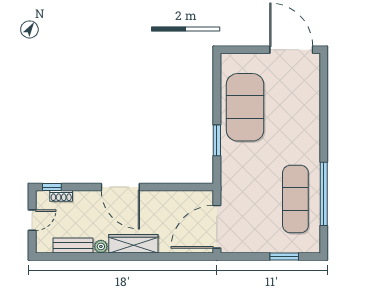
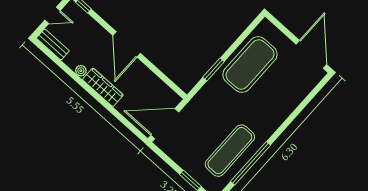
shoe rack: (61, 196) -> (84, 17), removed
bench: (73, 246) -> (53, 44), moved

